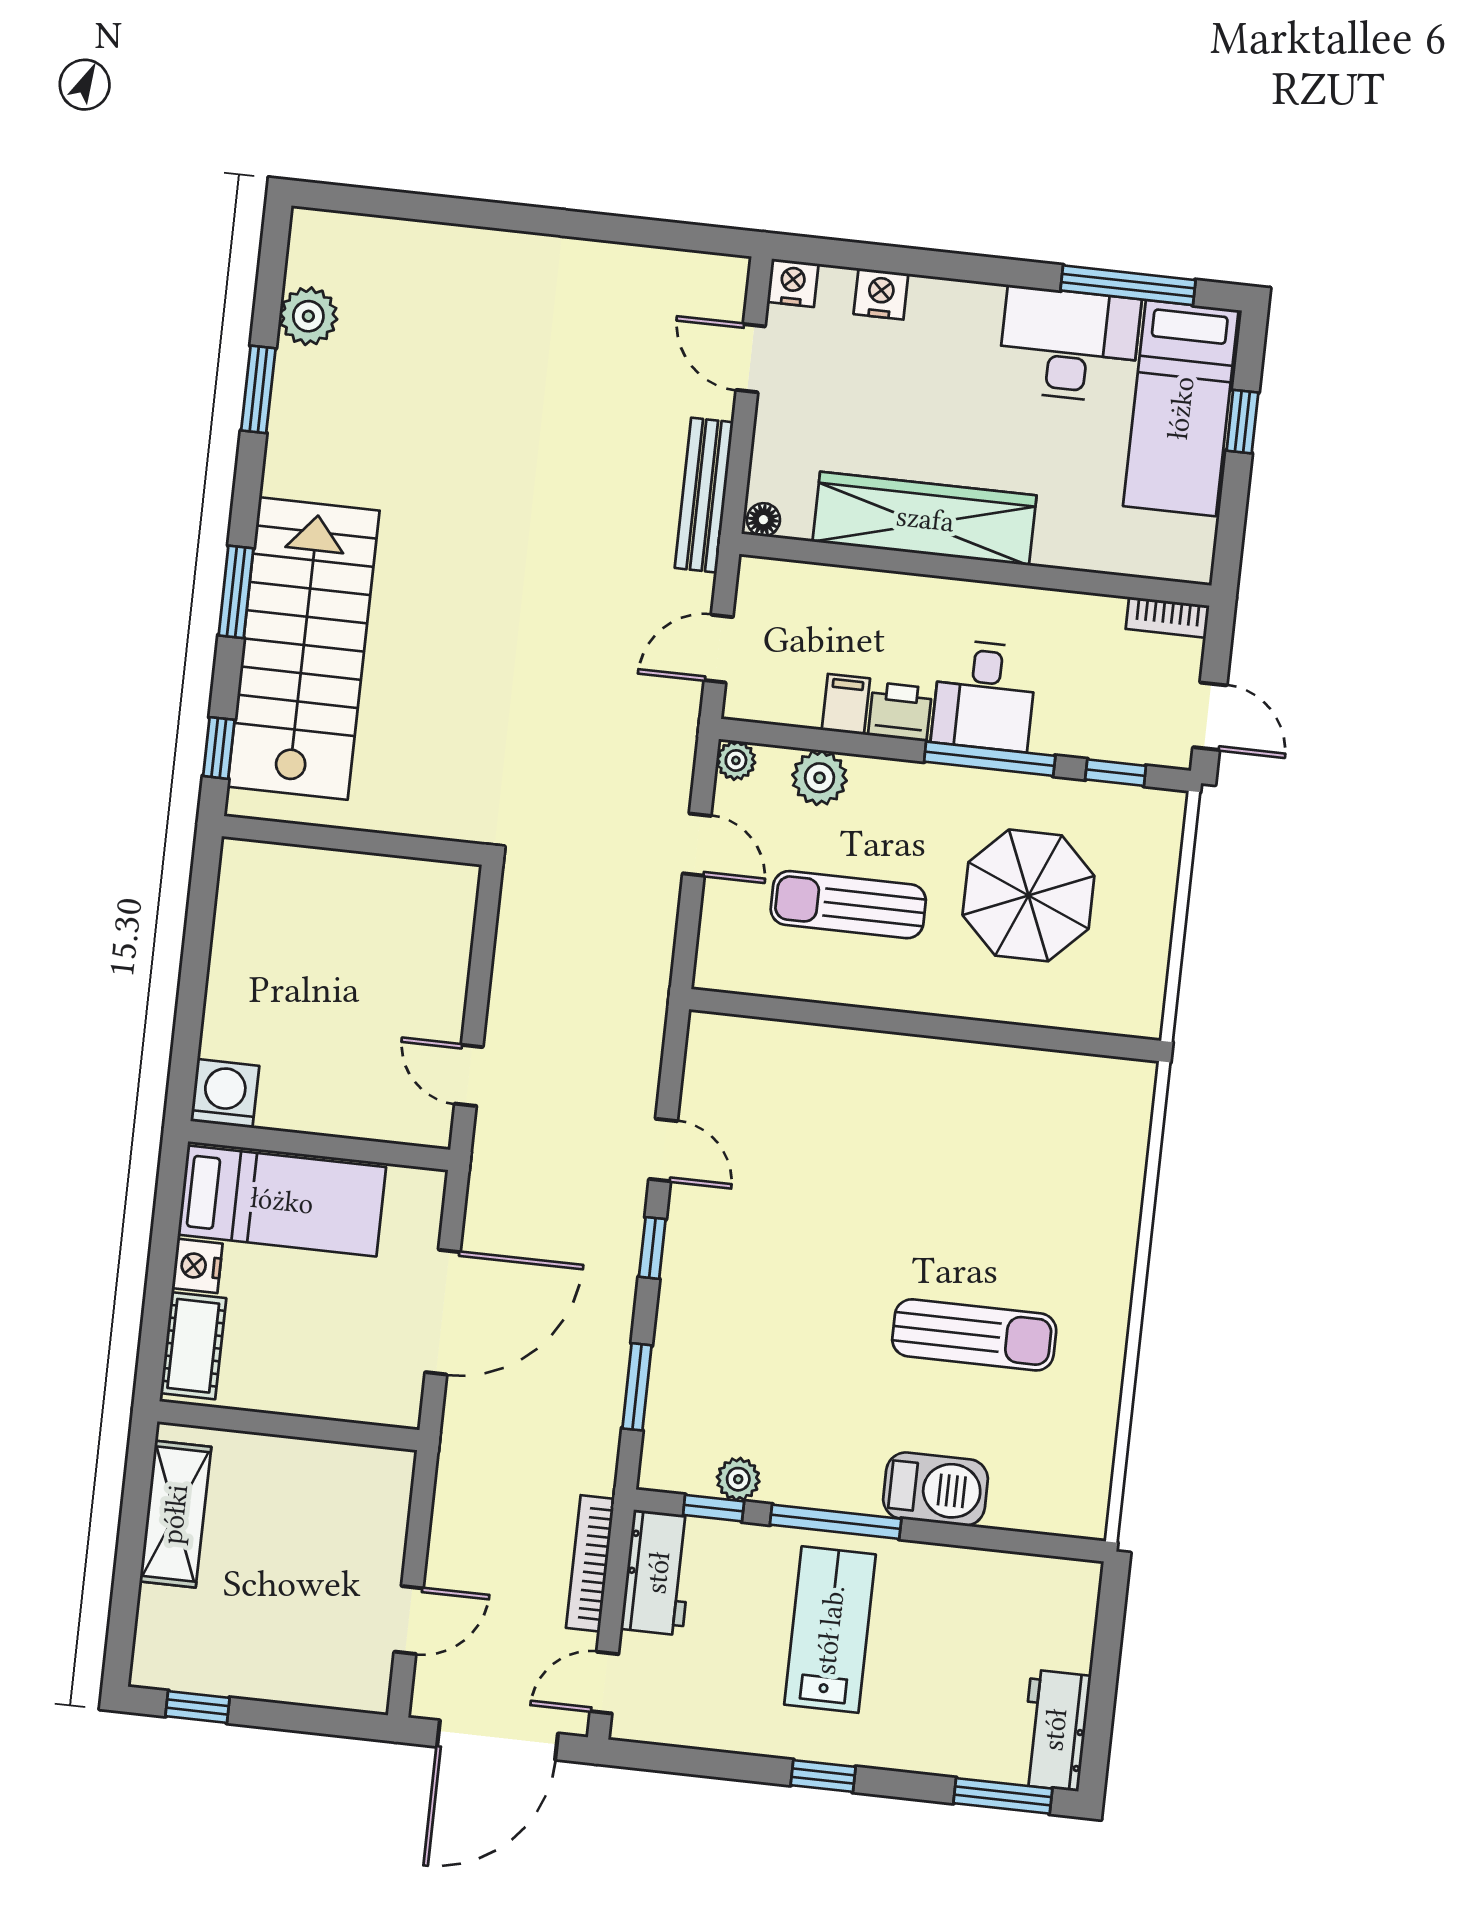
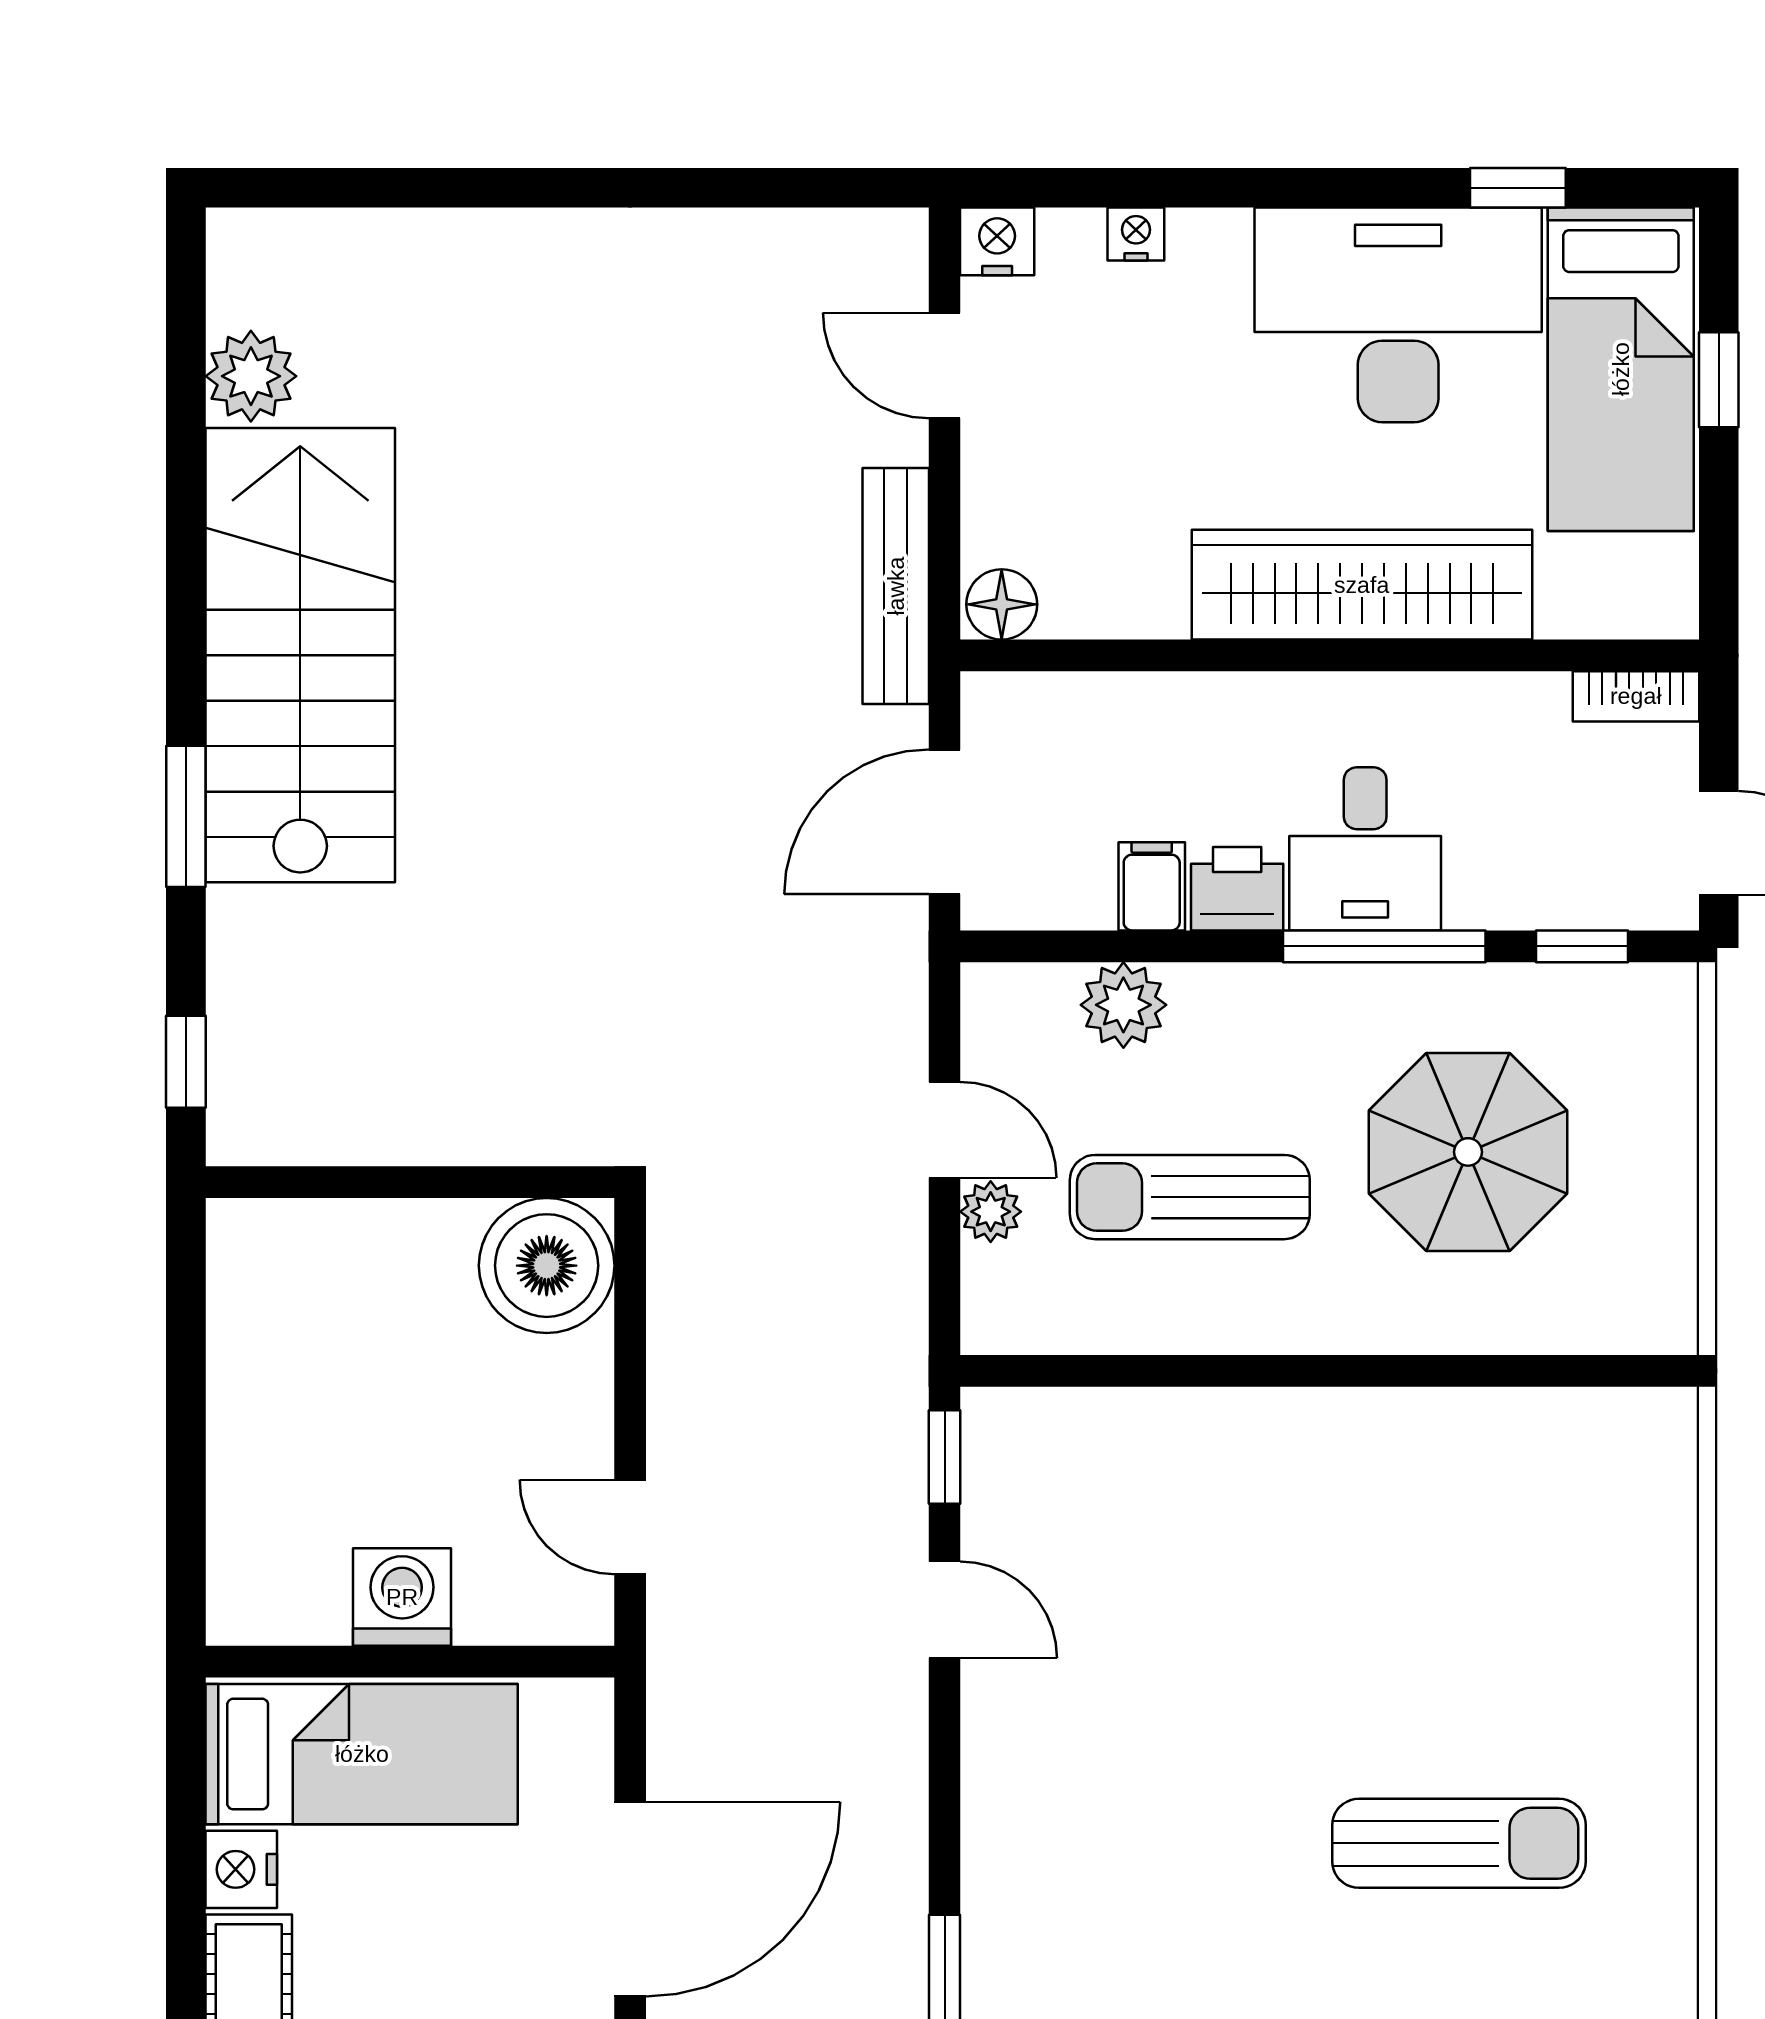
window: (1128, 285) -> (1518, 188), width x0.46
nightstand: (881, 294) -> (1136, 234), width x0.72, depth x0.74
desk: (1069, 345) -> (1398, 315), width x1.36, depth x1.30
window: (258, 389) -> (186, 498), removed
wardrobe: (925, 519) -> (1362, 585), moved
floor lamp: (763, 520) -> (1002, 604), width x1.37, depth x1.37
stairs: (303, 649) -> (300, 655), moved
door: (718, 649) -> (945, 822), width x1.38
plant: (736, 760) -> (991, 1212), moved
boiler: (434, 903) -> (547, 1266), added
washing machine: (225, 1094) -> (402, 1597), moved
window: (652, 1248) -> (945, 1457), moved

